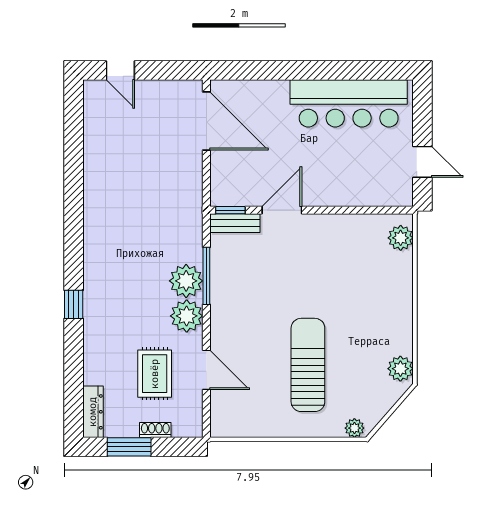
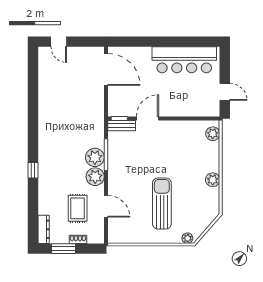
plant: (400, 369) -> (213, 180), moved

